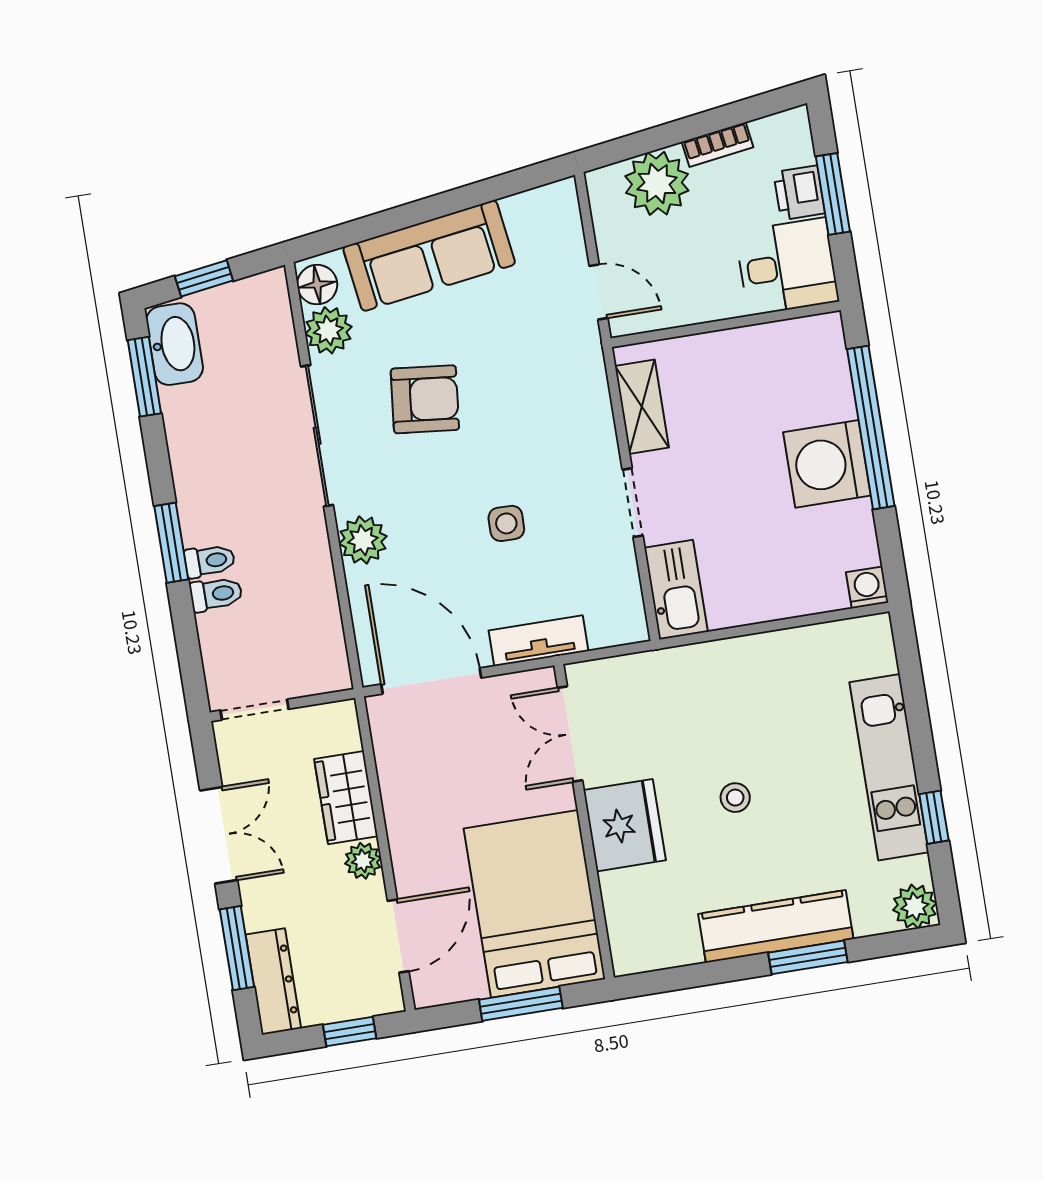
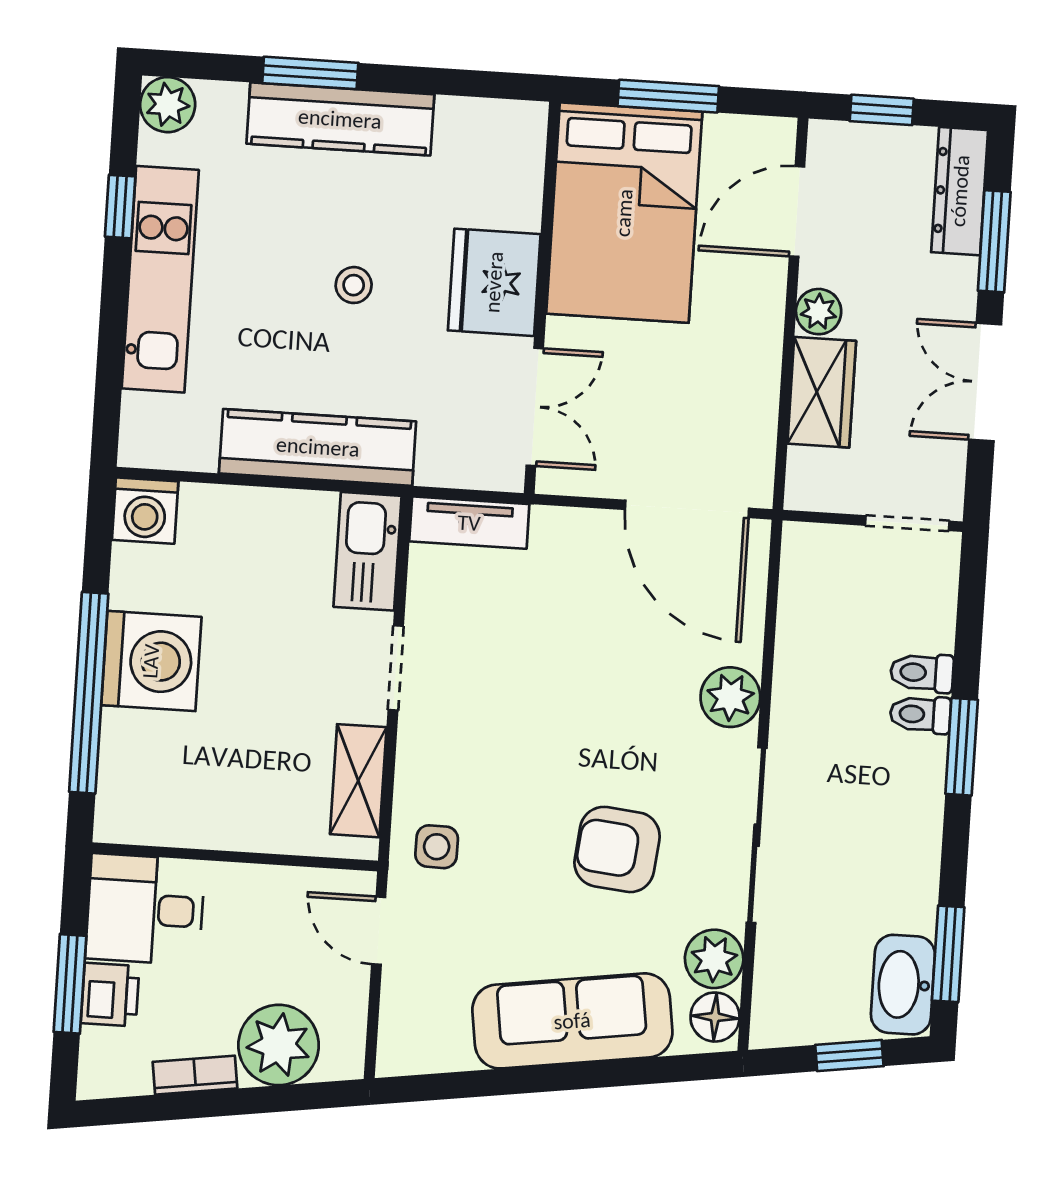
side table: (506, 523) -> (437, 847), moved
washing machine: (867, 587) -> (145, 511), width x1.38, depth x1.38
tv unit: (539, 641) -> (469, 523), moved
kitchen counter: (734, 663) -> (318, 447), added

